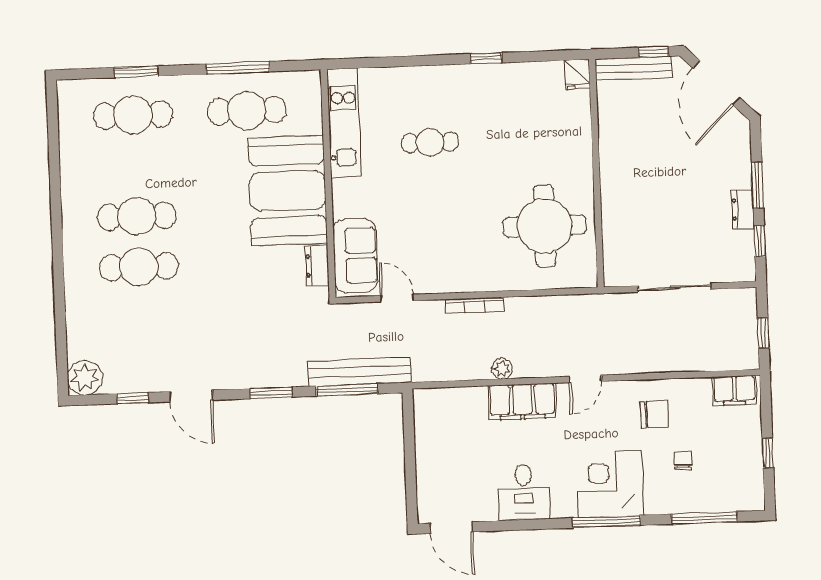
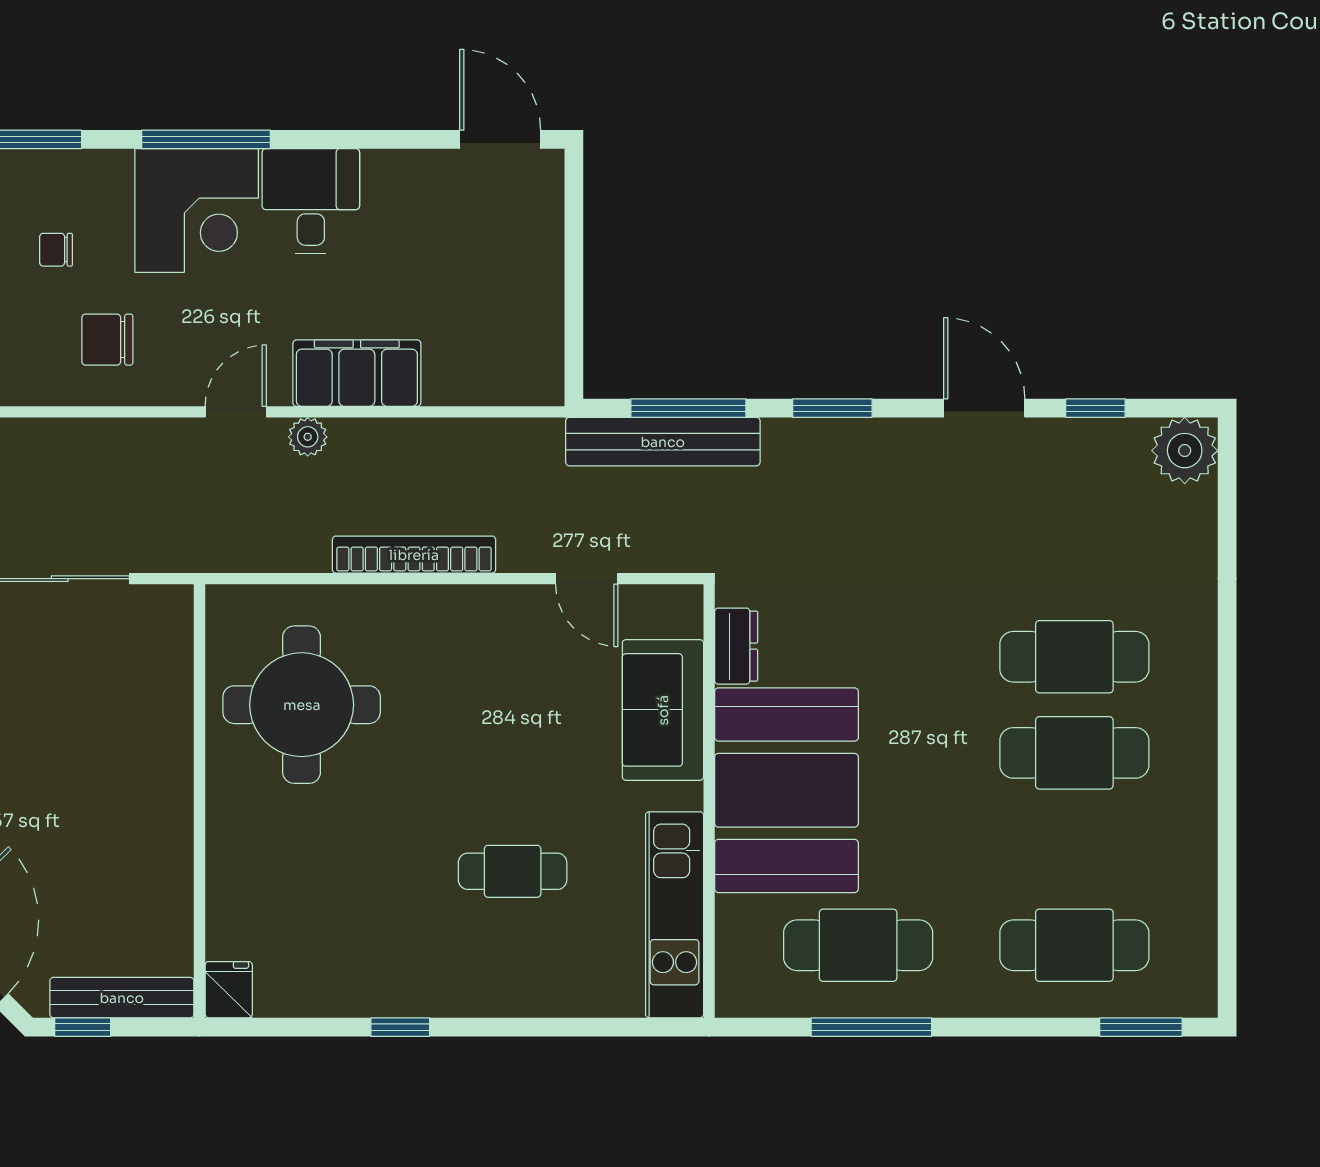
window: (136, 72) -> (1141, 1027), moved
sofa: (355, 256) -> (663, 710), moved
bookcase: (474, 306) -> (414, 555), width x1.48, depth x1.31
plant: (502, 369) -> (308, 437), moved
chair: (683, 461) -> (56, 250), turned 88
desk: (524, 492) -> (311, 201), moved

